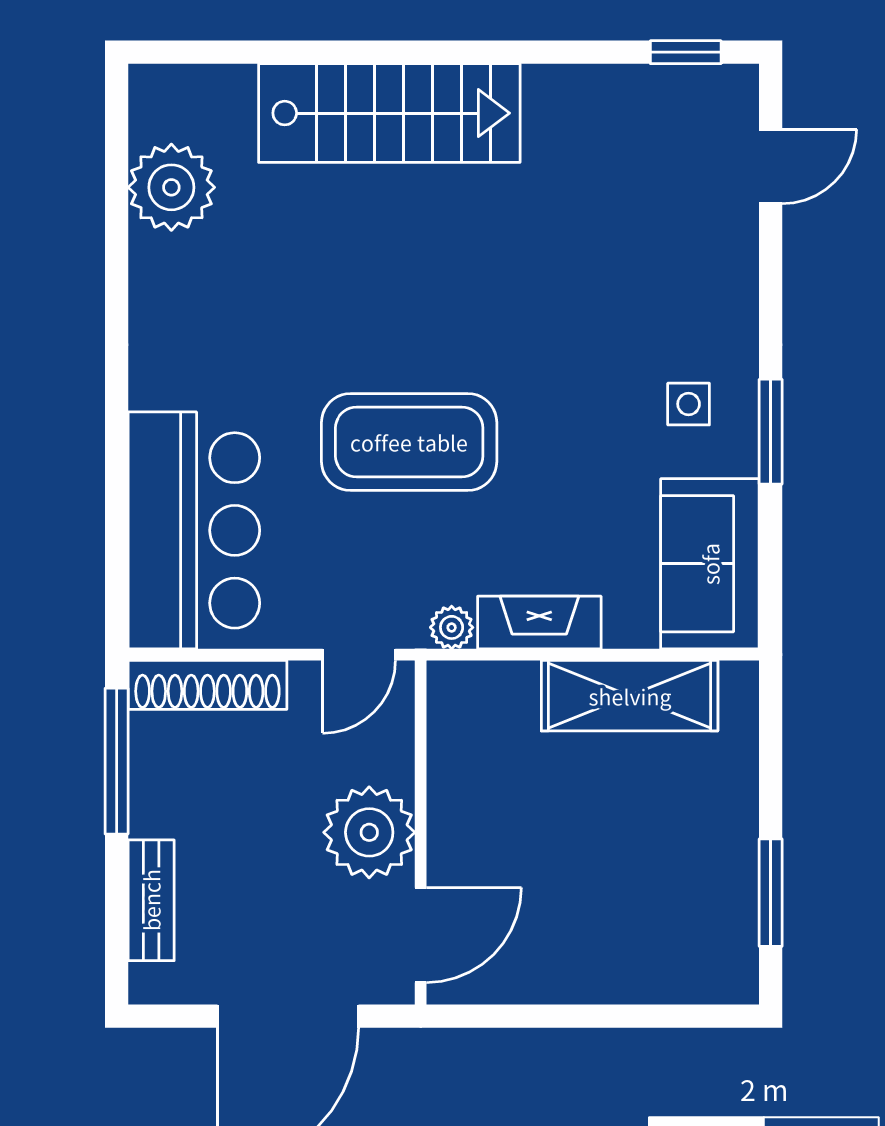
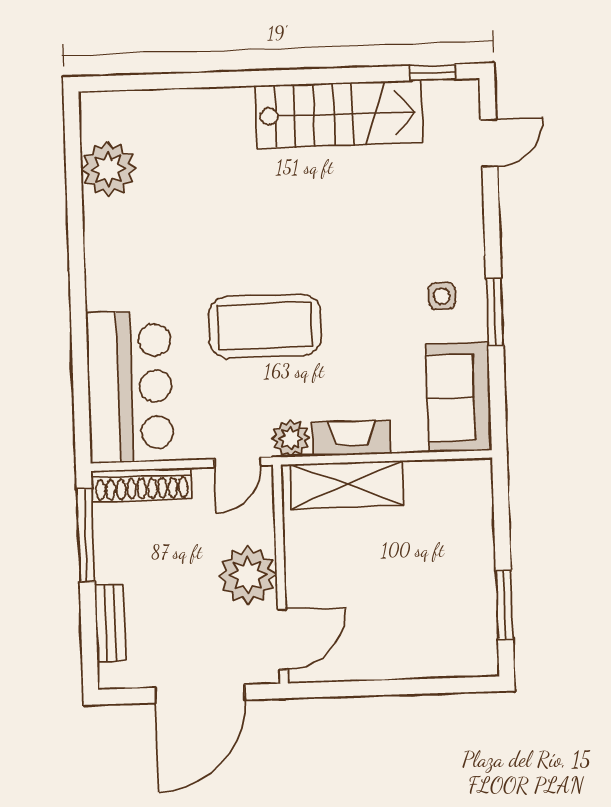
stairs: (389, 113) -> (339, 114), moved
plant: (452, 627) -> (291, 438), width x1.38, depth x1.38
shelving: (630, 696) -> (347, 485), moved

